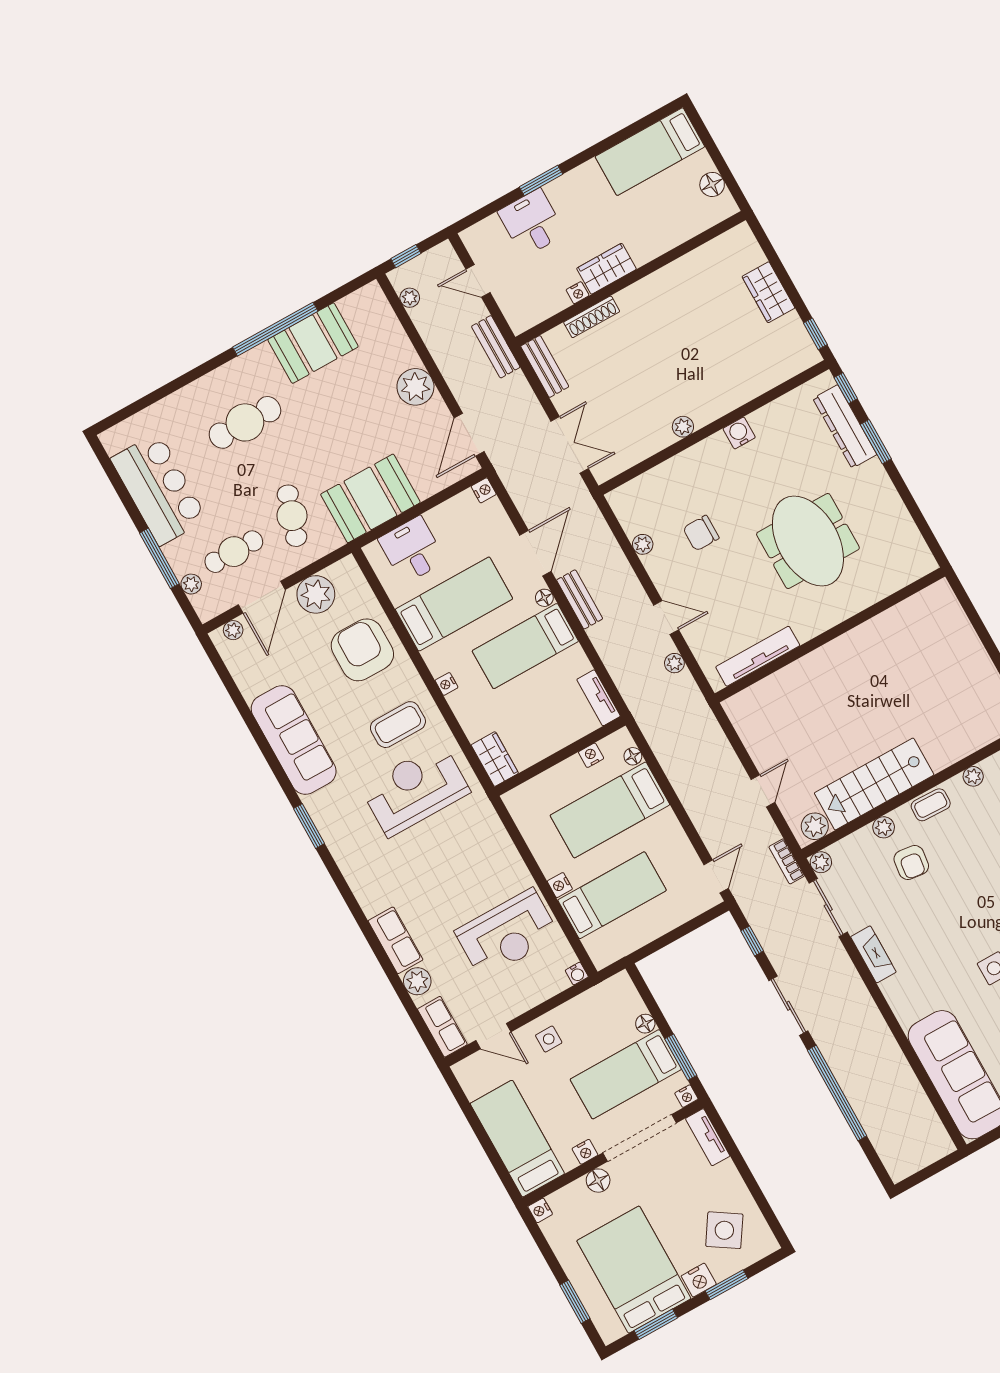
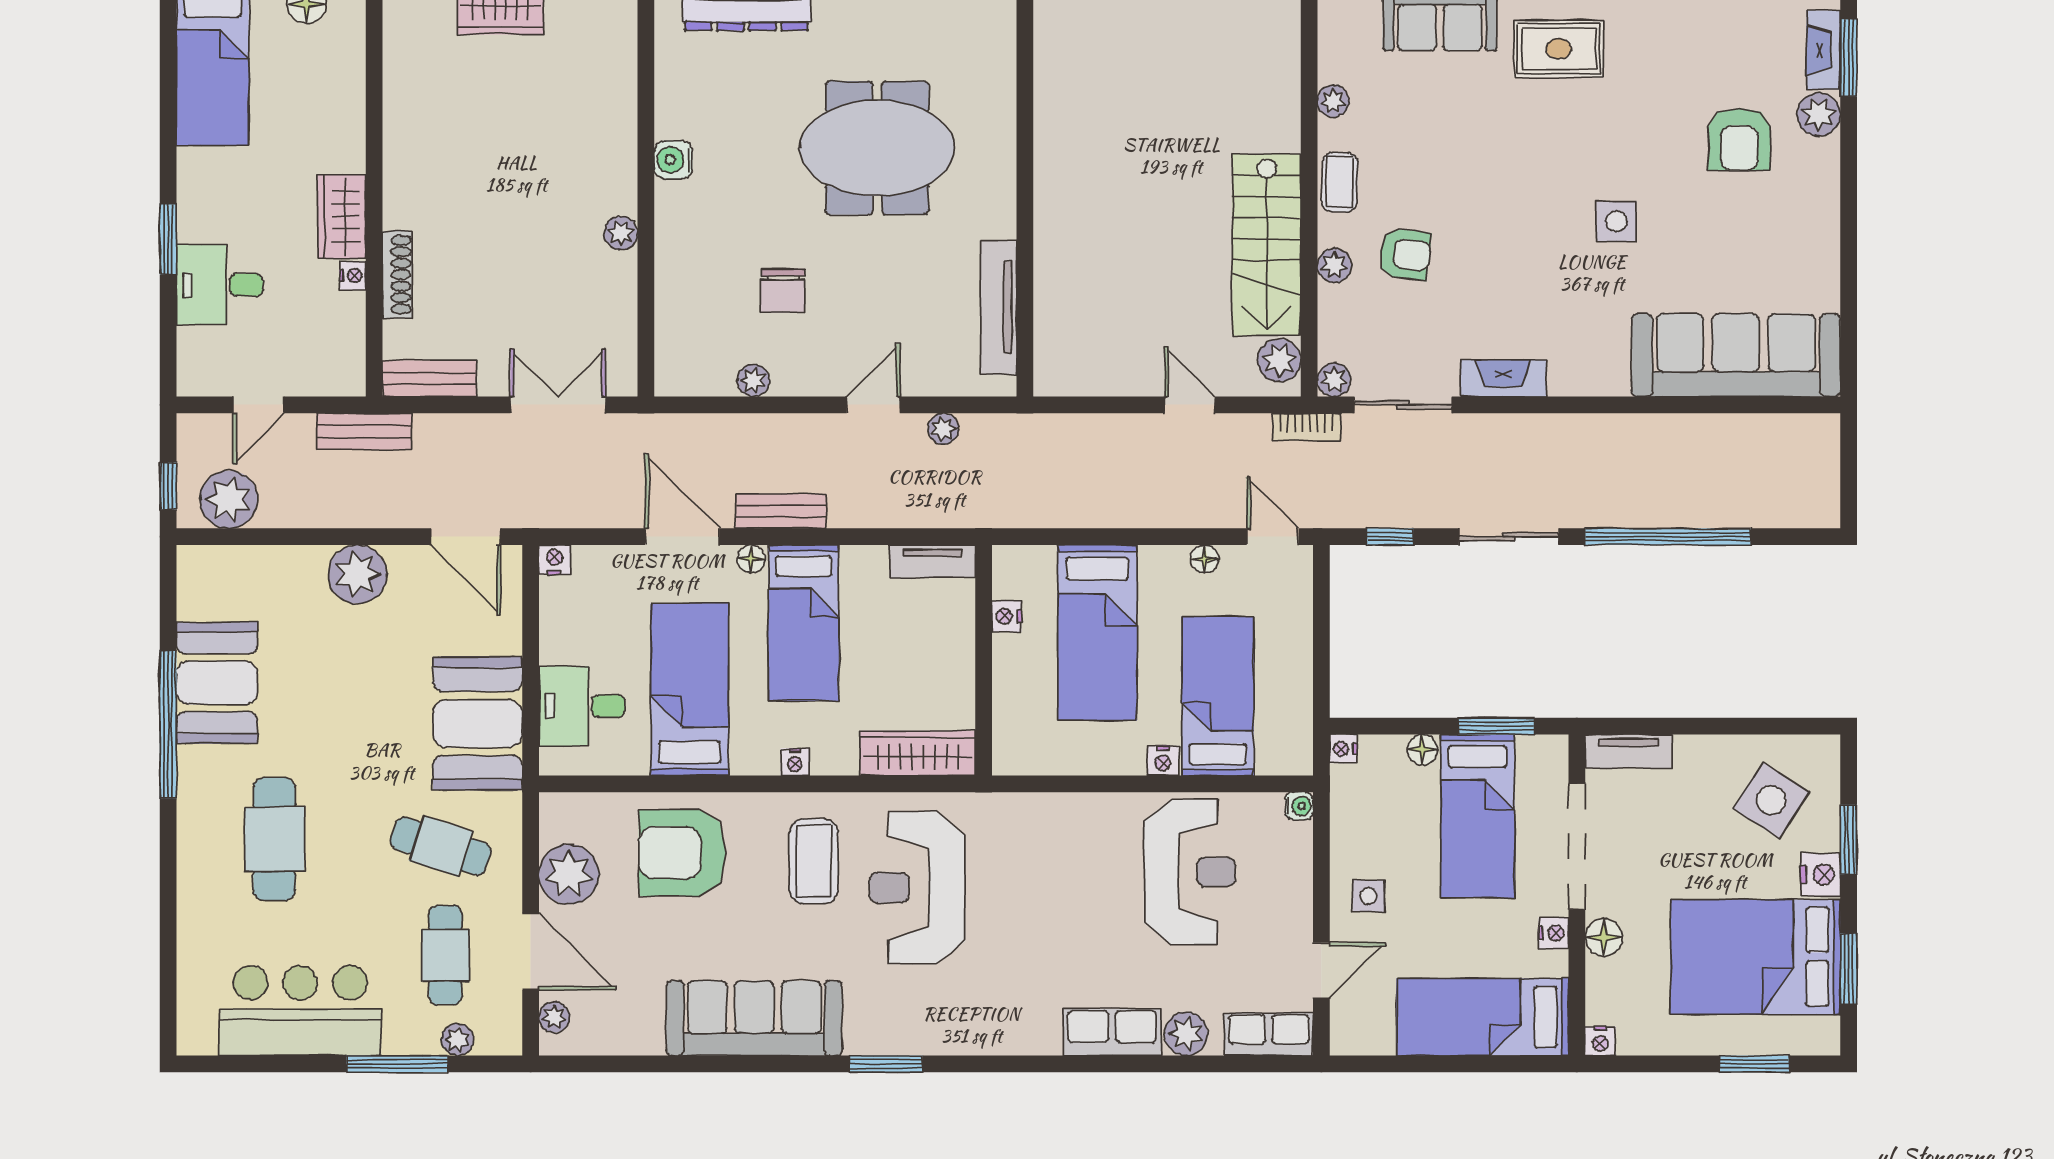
plant: (410, 298) -> (229, 499), width x1.87, depth x1.87
floor lamp: (633, 756) -> (1205, 559), moved
wardrobe: (495, 759) -> (918, 753), width x1.50
nightstand: (686, 1096) -> (1343, 749), moved, turned 180

